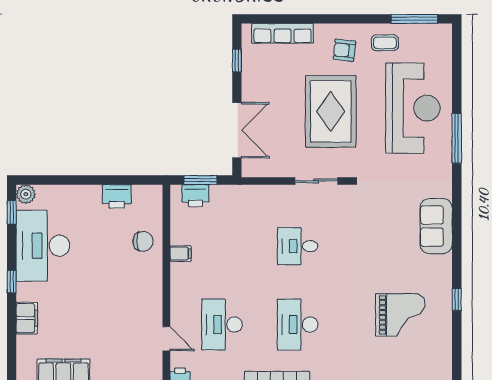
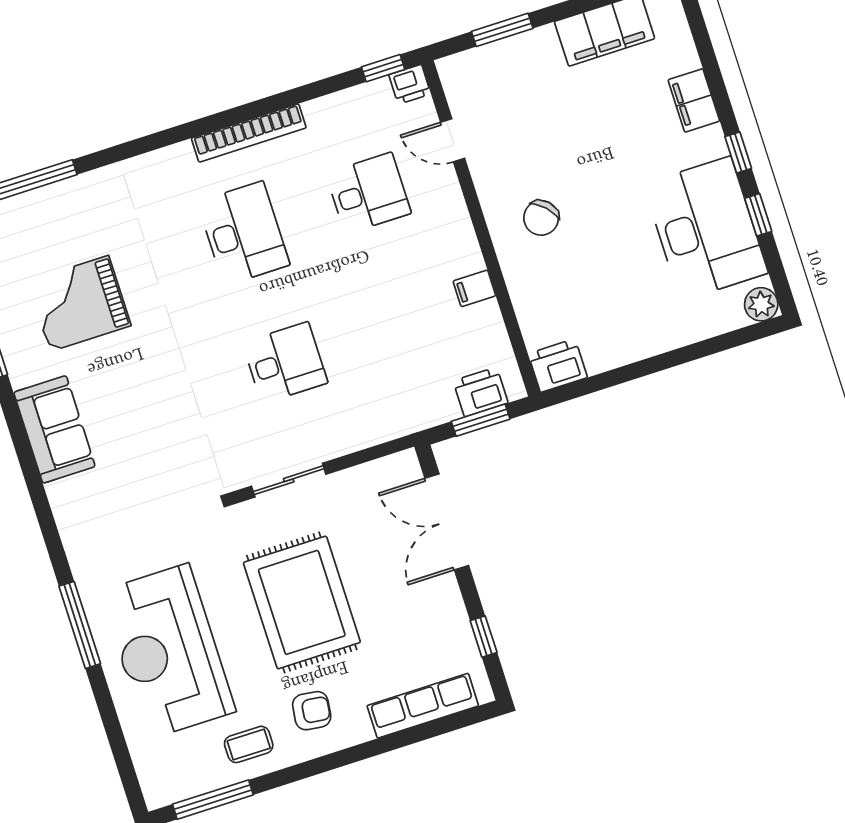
printer: (117, 196) -> (558, 366), moved
window: (12, 212) -> (758, 215), moved
sofa: (436, 226) -> (54, 429), moved
chair: (143, 241) -> (541, 218), moved, turned -44
desk: (222, 325) -> (368, 193), width x0.73

